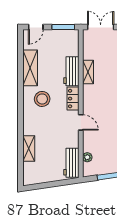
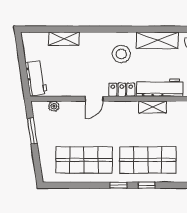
workbench: (71, 71) -> (160, 88), width x1.38
workbench: (71, 163) -> (36, 78), moved, turned 82

